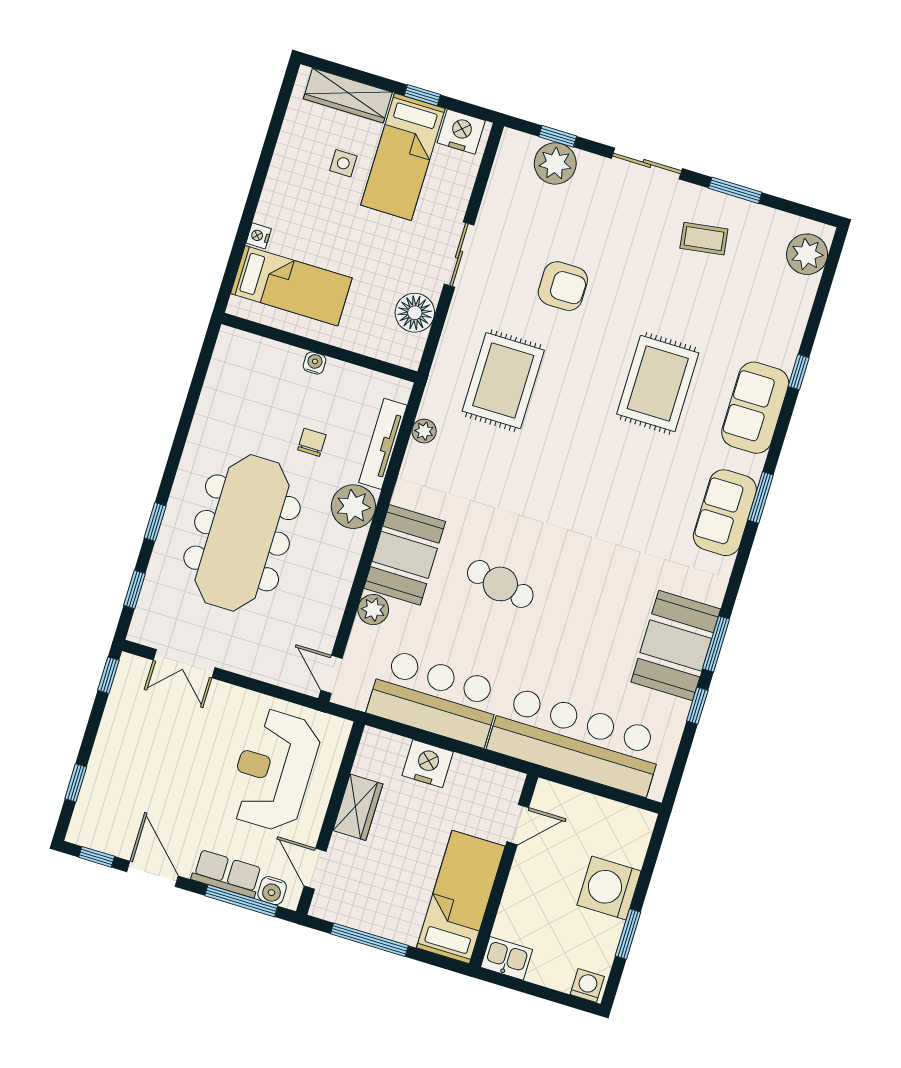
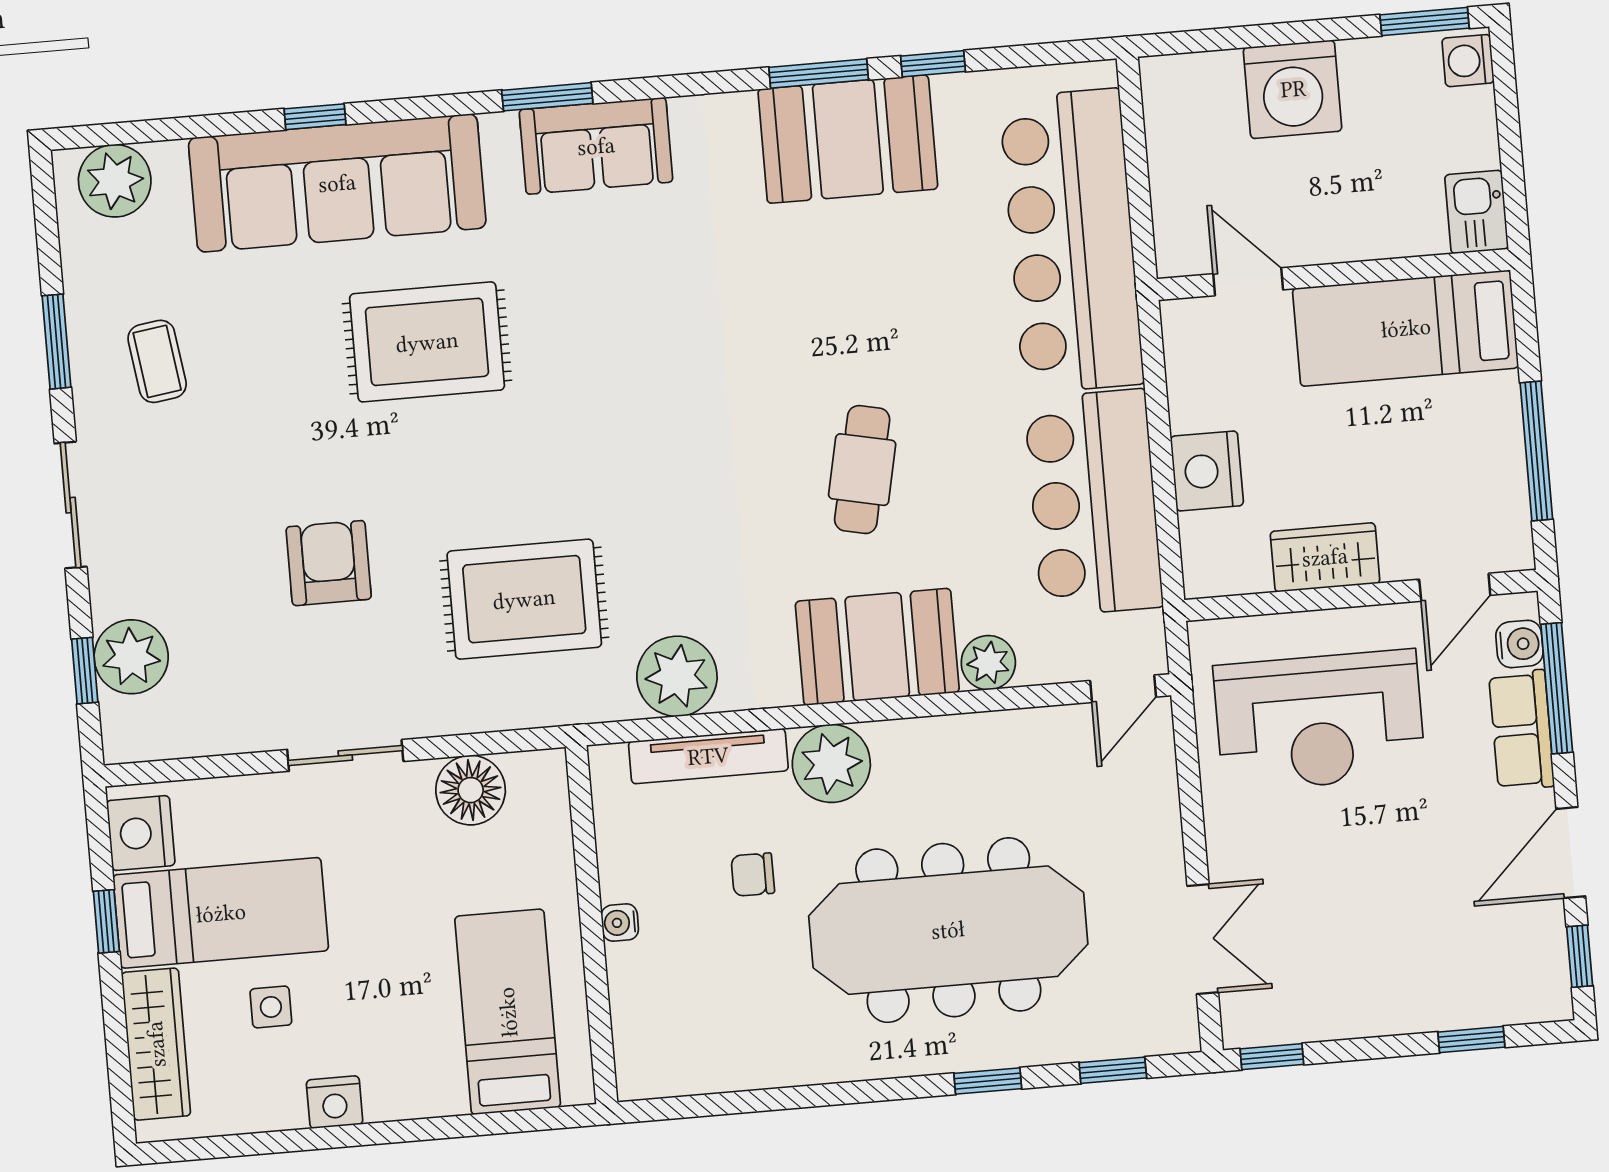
nightstand: (259, 236) -> (335, 1102), moved, width x1.39, depth x1.35
sofa: (755, 408) -> (337, 183), width x1.85, depth x1.27
plant: (424, 431) -> (677, 676), width x1.88, depth x1.88
window: (628, 934) -> (1425, 22), moved

